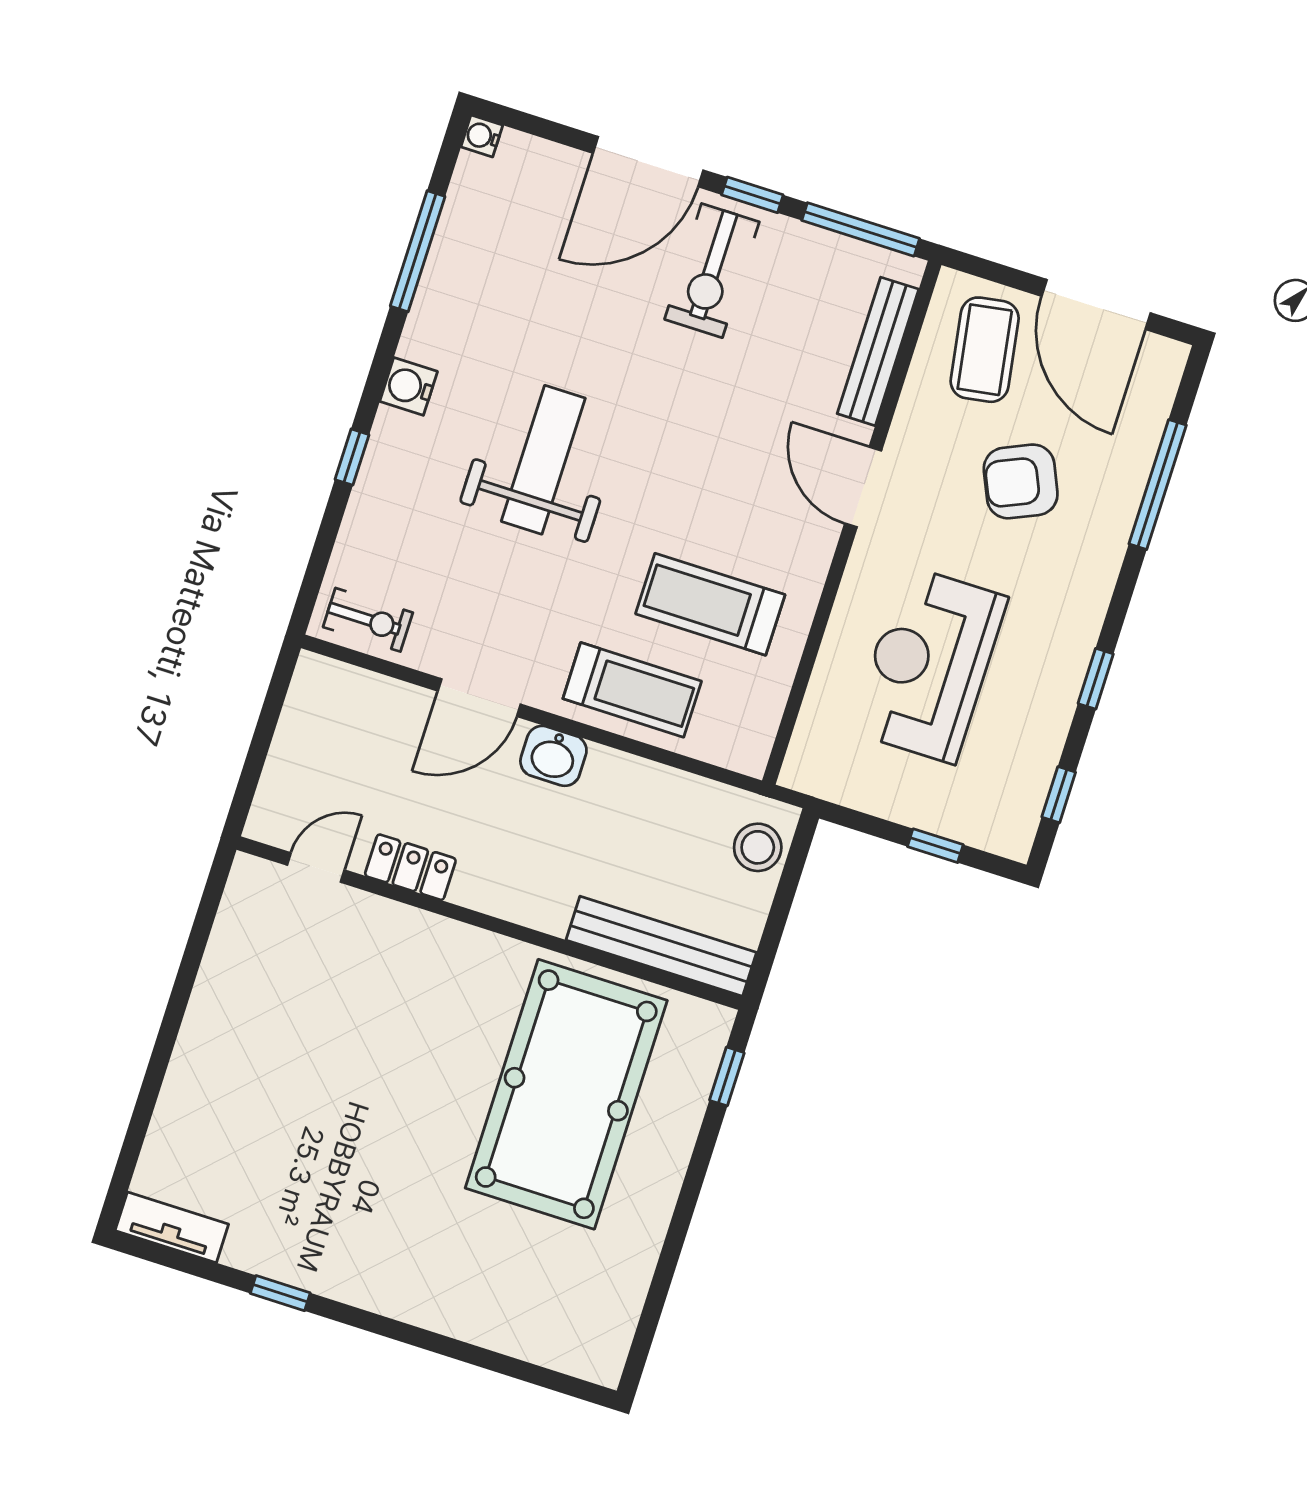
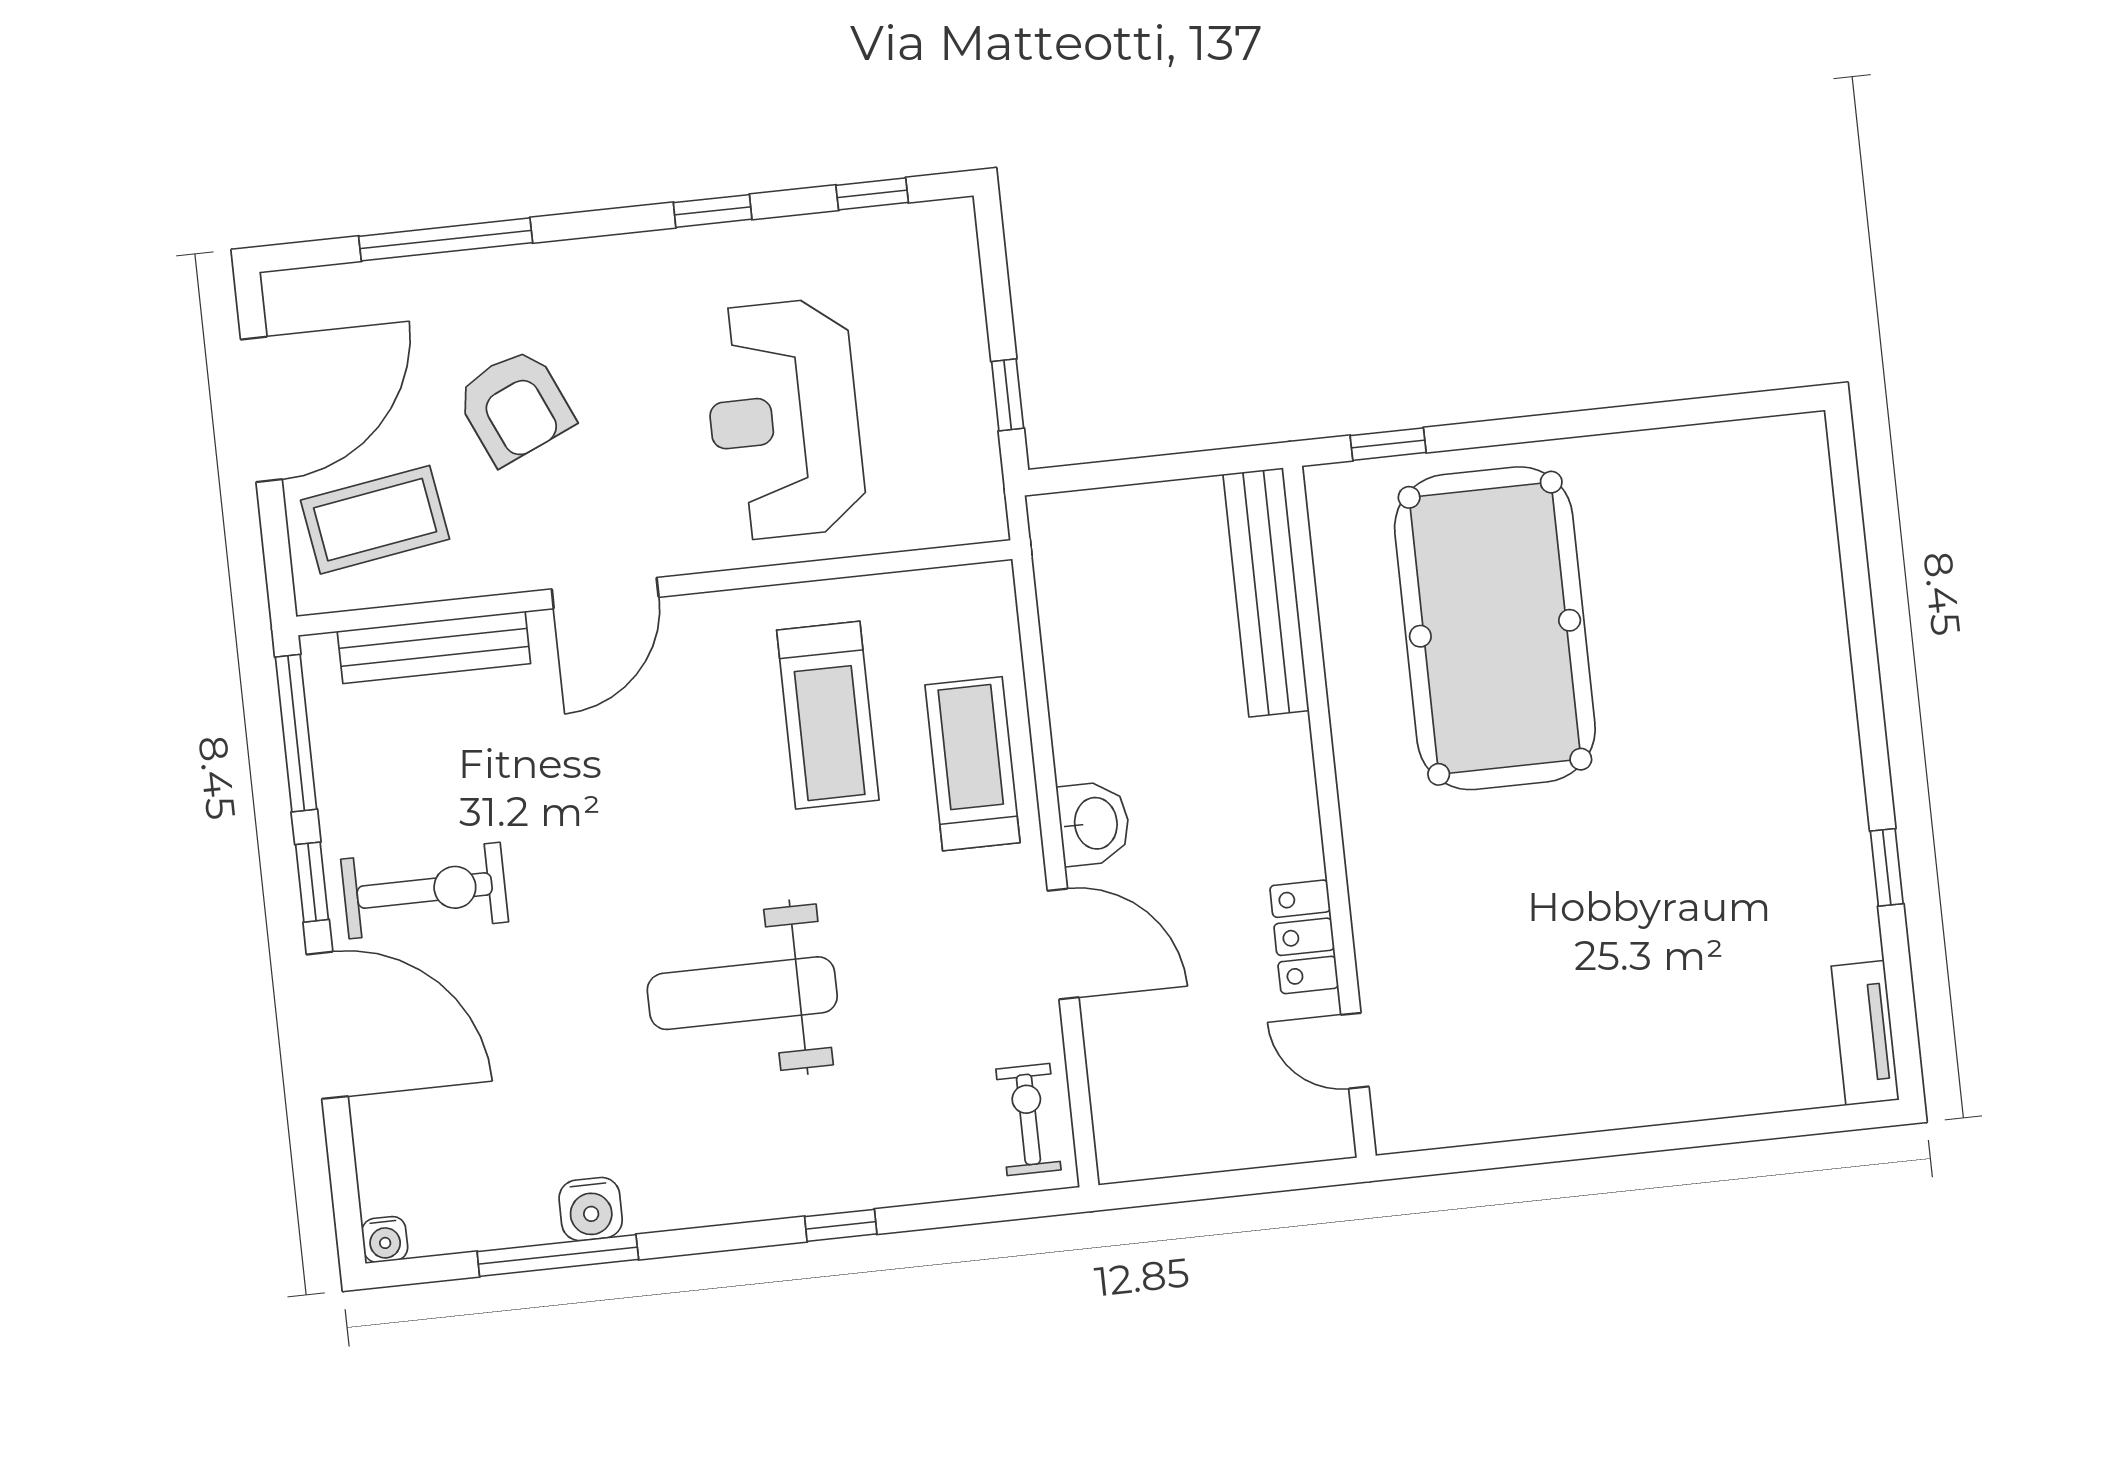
water cooler: (409, 386) -> (591, 1209), moved
reception desk: (929, 664) -> (784, 419), turned 90
window: (935, 846) -> (1008, 395), moved
stool: (758, 847) -> (1096, 529), removed
pool table: (566, 1094) -> (1495, 628), turned 90

